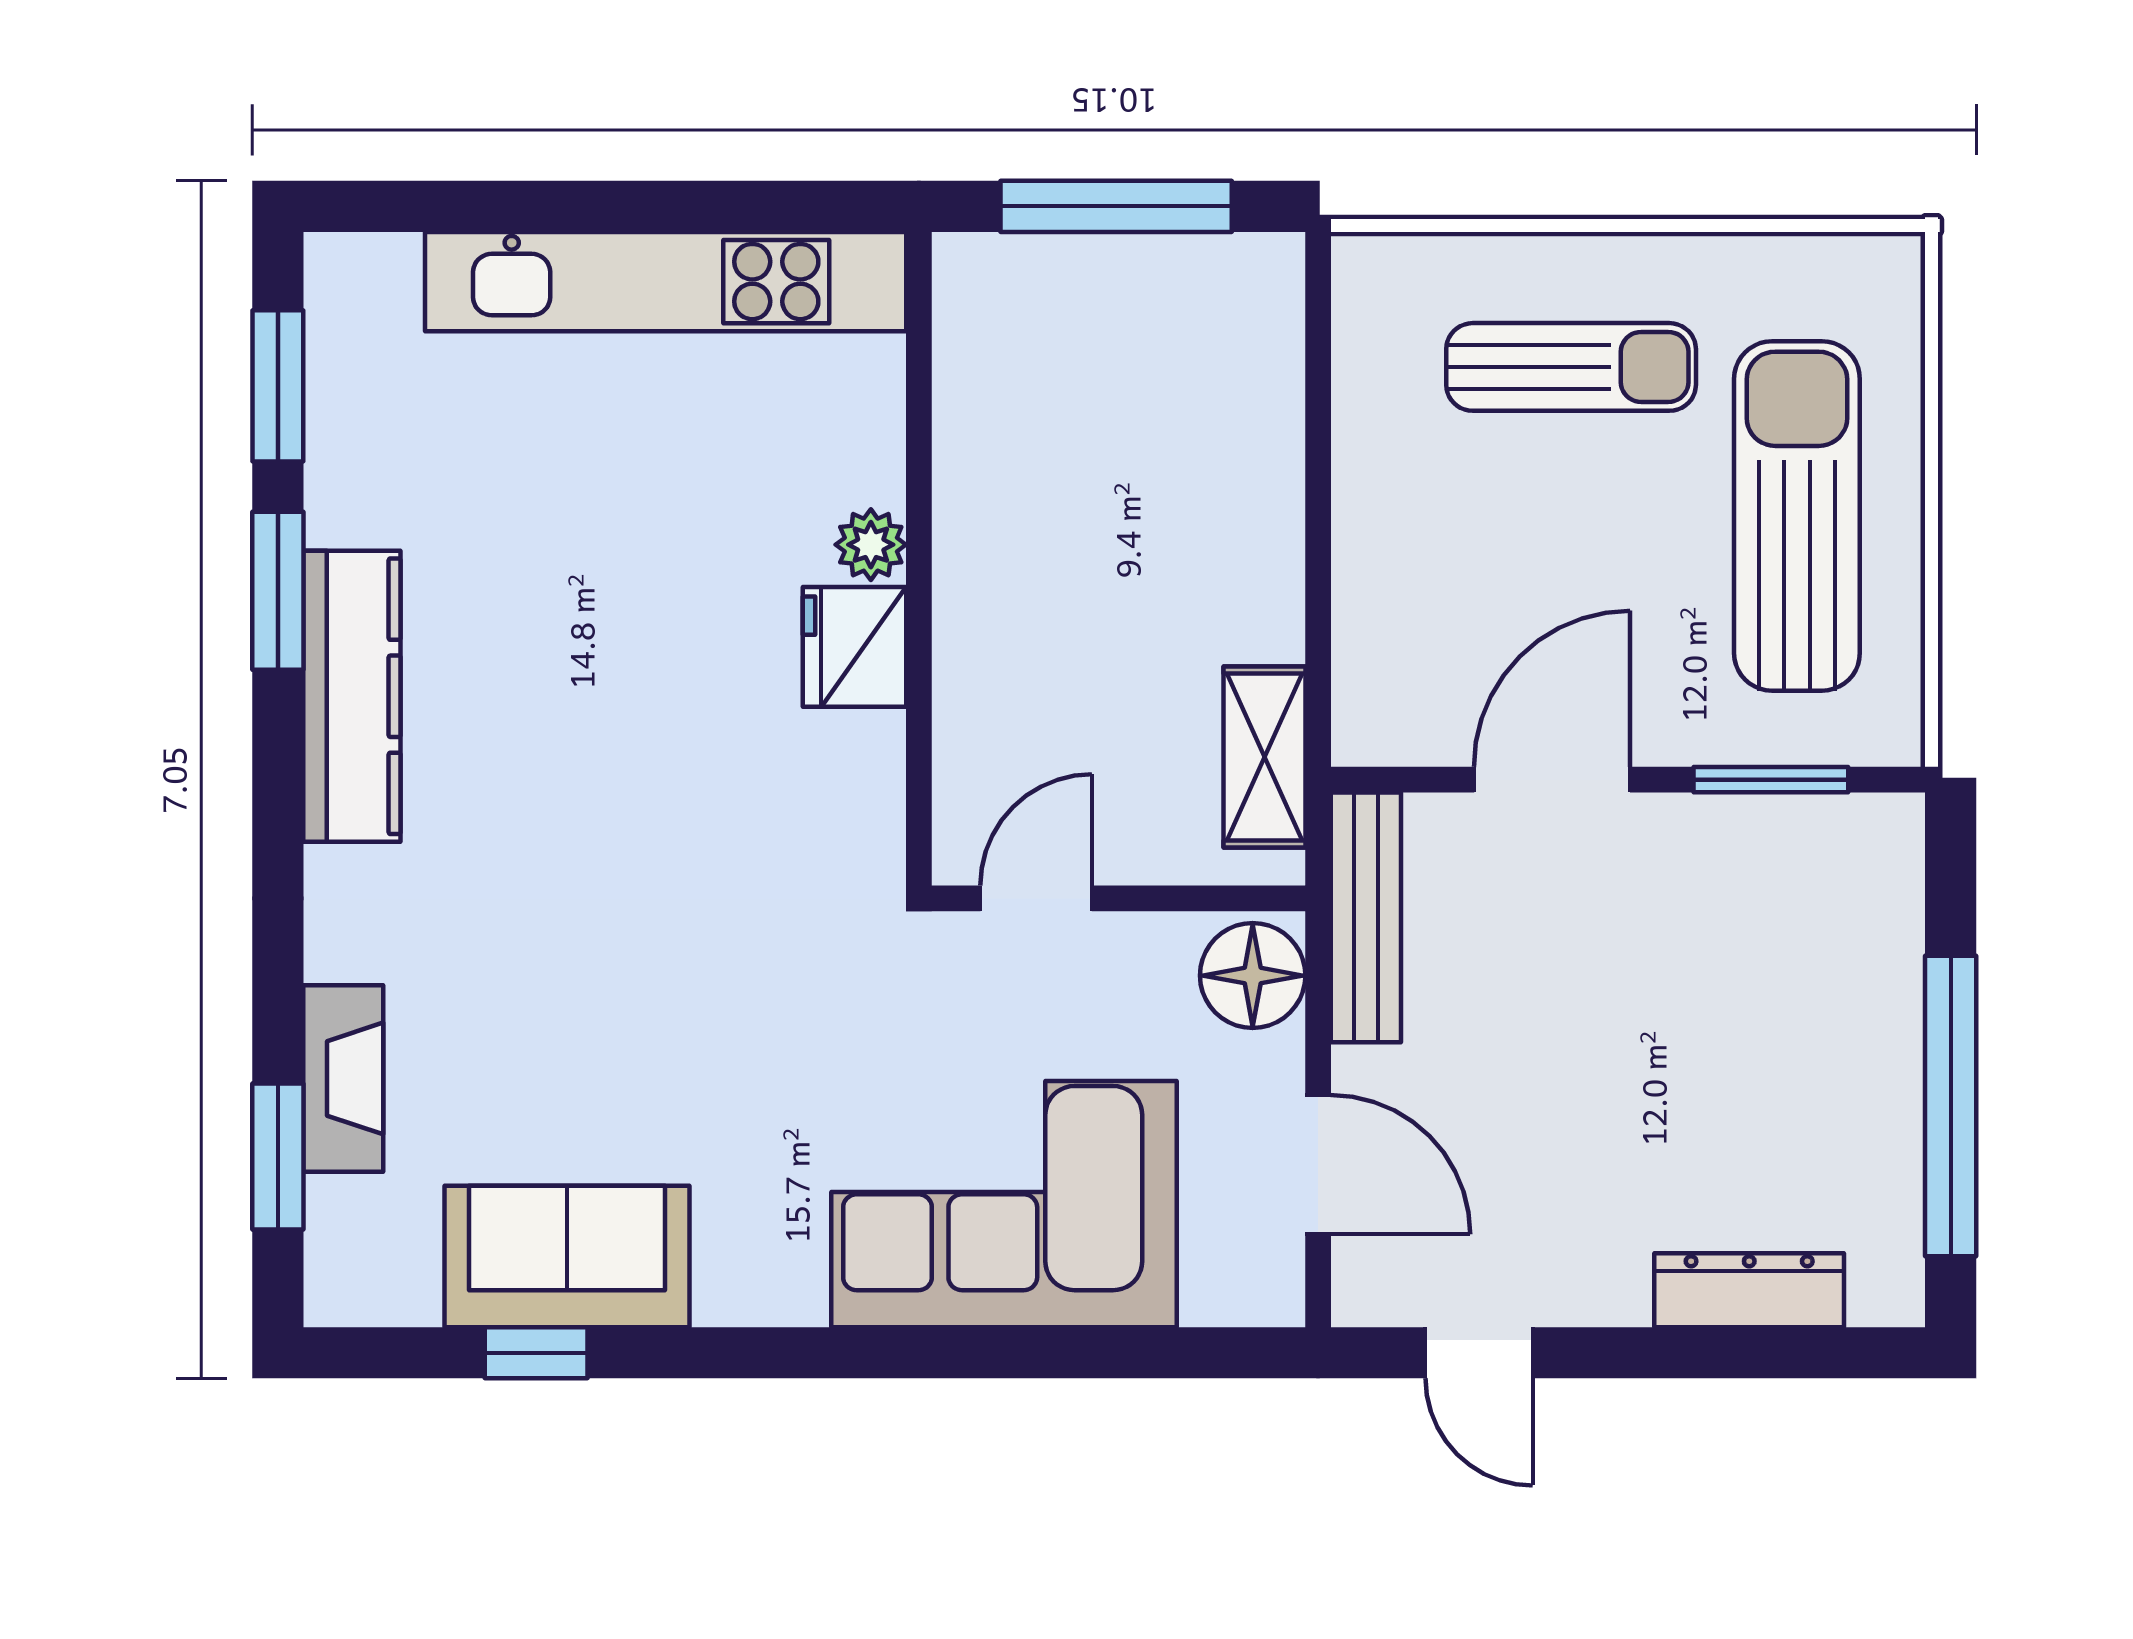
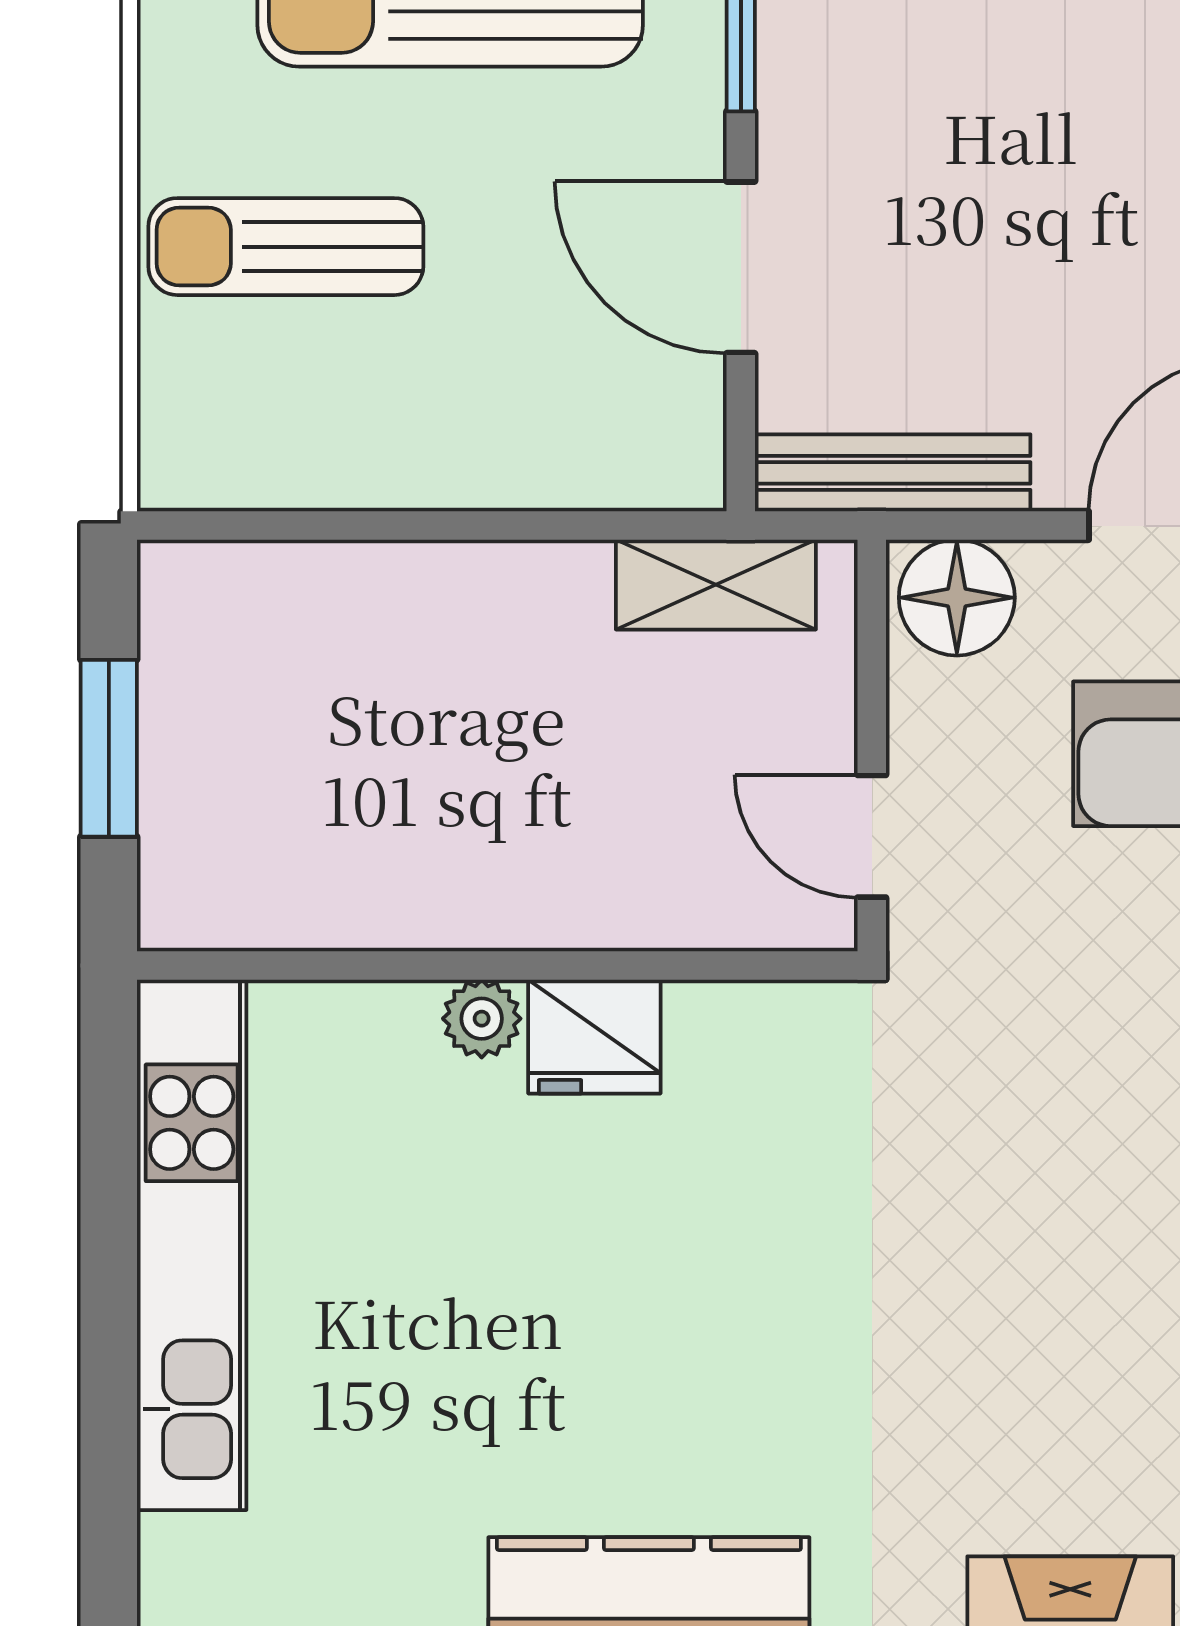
window: (1116, 206) -> (109, 748), width x0.69
sun lounger: (1571, 367) -> (286, 247), turned -90

